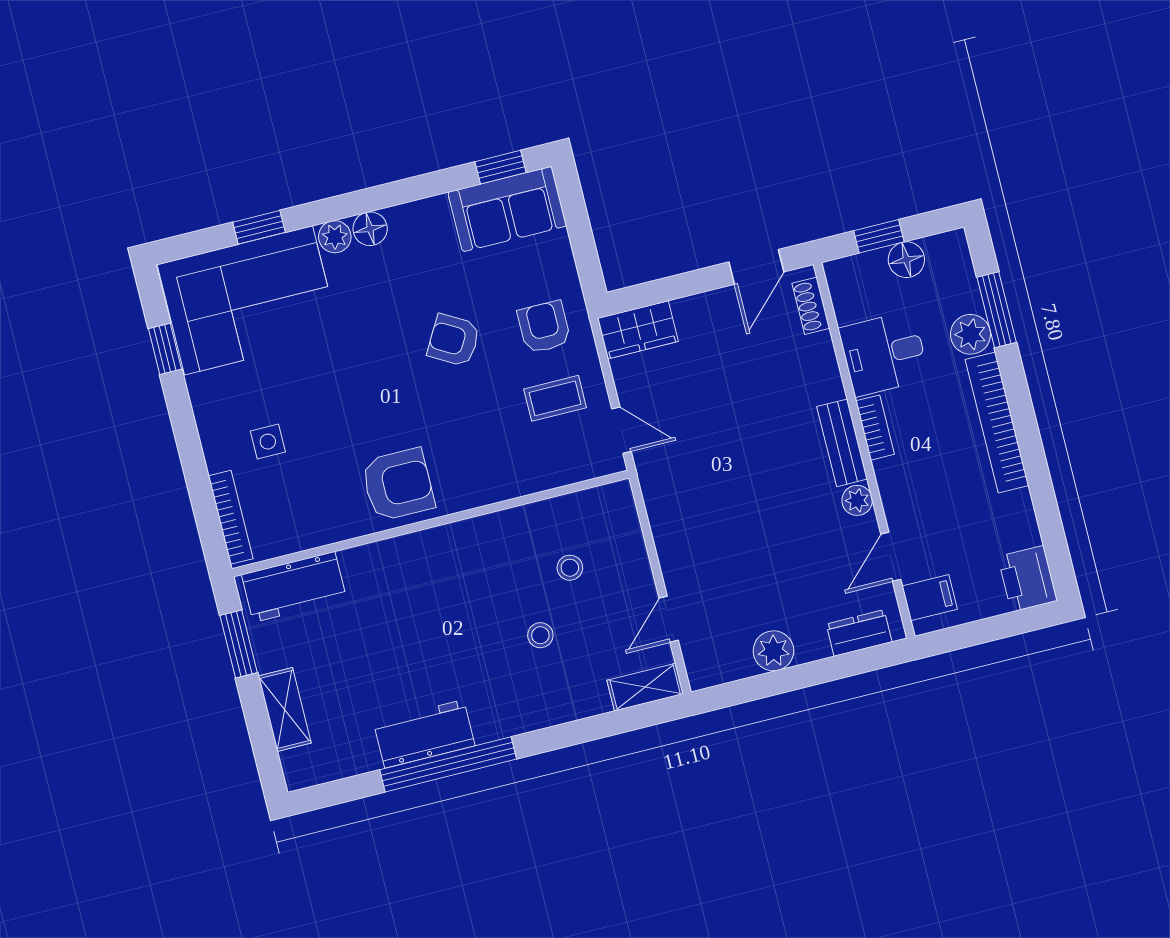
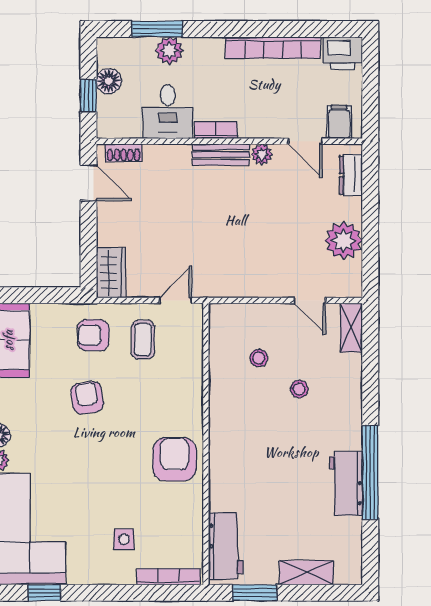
armchair: (454, 340) -> (87, 398), turned 142
bookcase: (997, 423) -> (273, 48), moved
plant: (773, 651) -> (343, 241), width x1.36, depth x1.36

